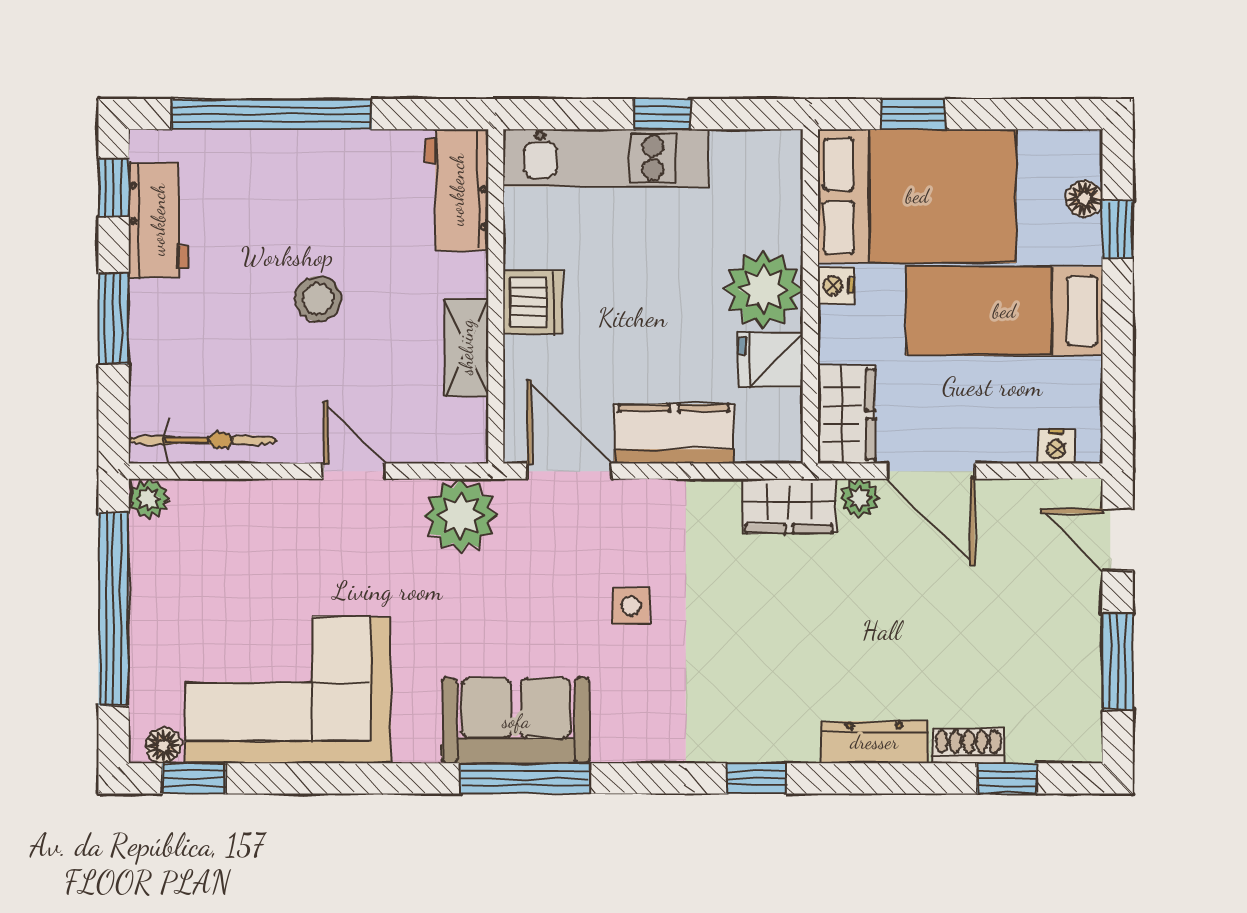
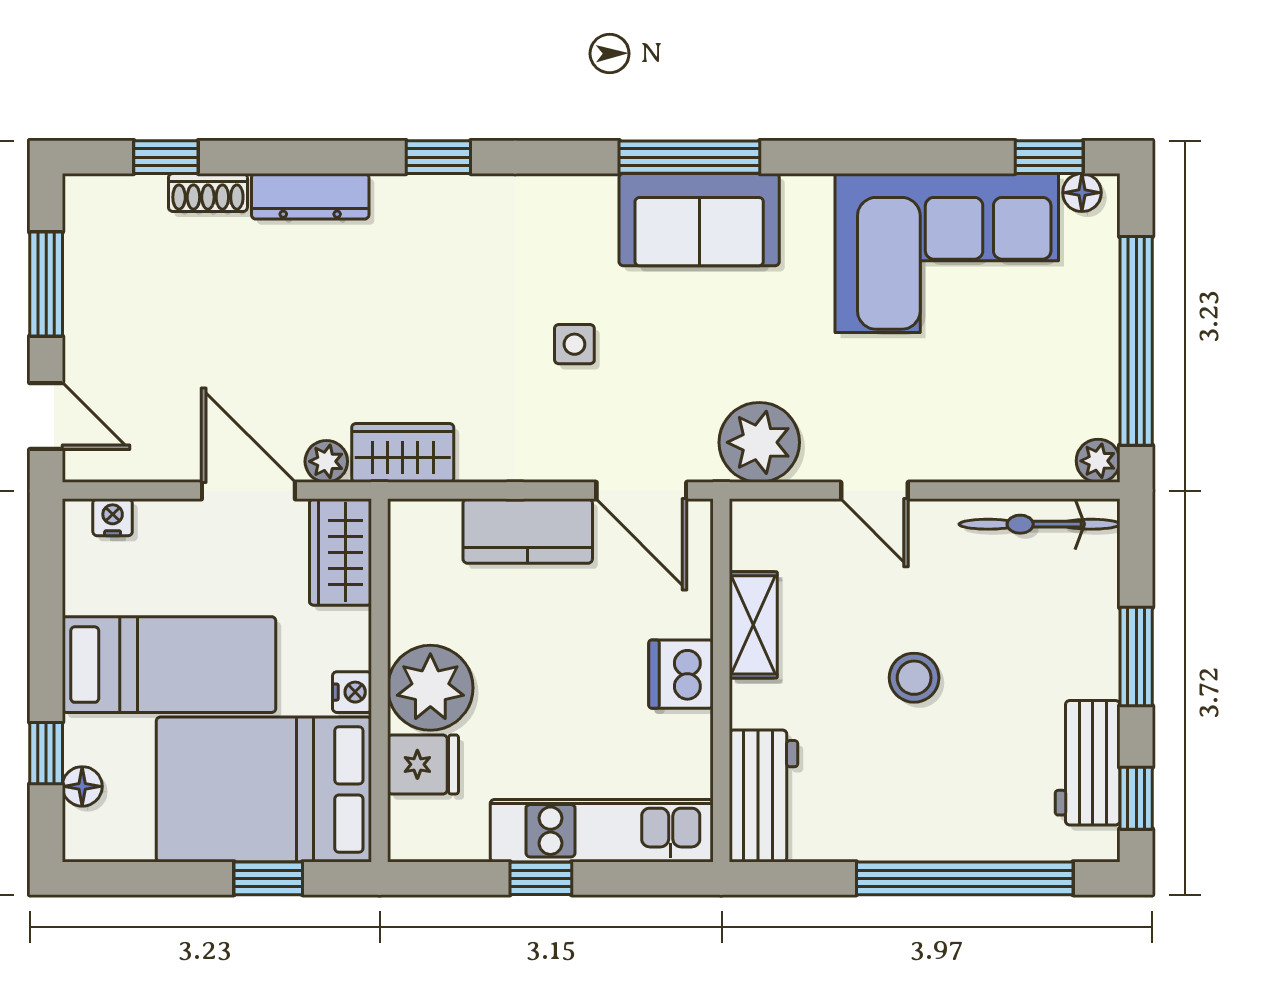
fridge: (770, 360) -> (423, 764), moved

